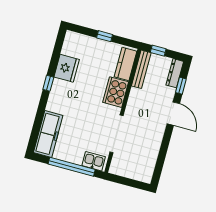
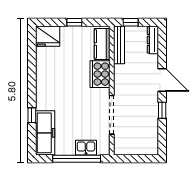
fridge: (67, 68) -> (48, 36), moved, turned 90
window: (48, 83) -> (32, 115), moved
window: (181, 86) -> (162, 110), moved
kitchen sink: (94, 161) -> (86, 148), moved

